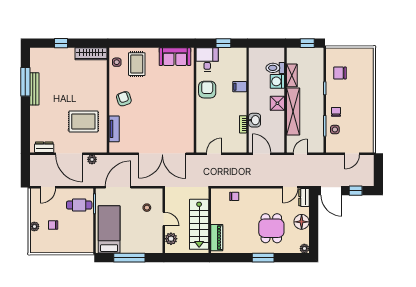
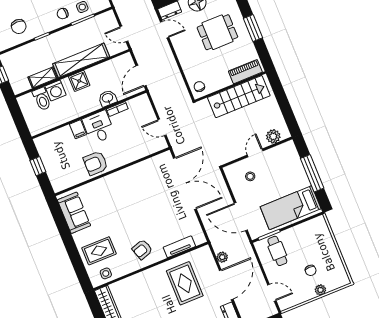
desk: (207, 59) -> (99, 127), moved, turned 90
wall: (210, 221) -> (230, 87), moved
stairs: (199, 224) -> (239, 97), moved
piano: (217, 238) -> (245, 72), moved

